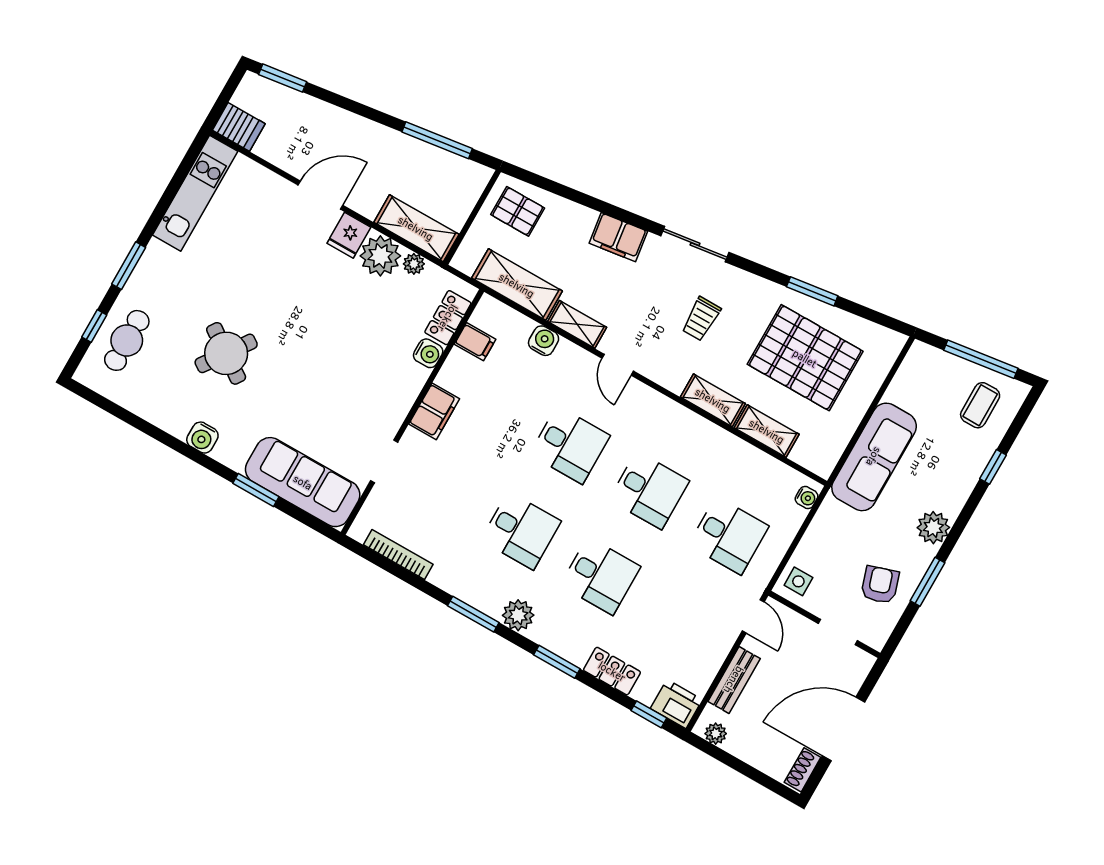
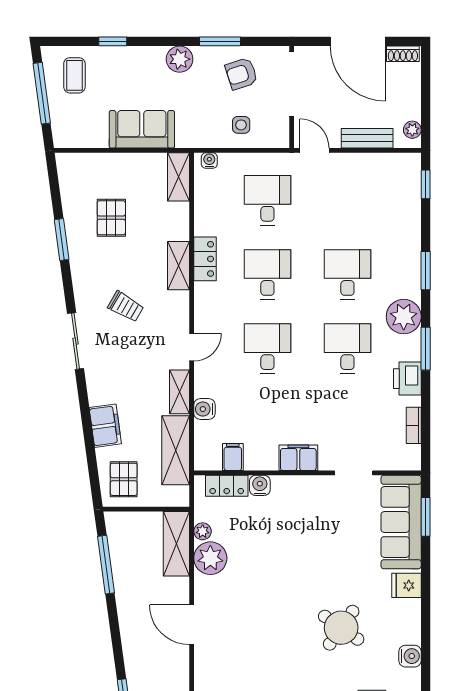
fridge: (349, 235) -> (406, 585), moved, turned 180
filing cabinet: (618, 237) -> (105, 426), moved
trolley: (701, 319) -> (126, 307), turned 30
pallet: (805, 358) -> (111, 218), width x0.49, depth x0.50
coffee table: (980, 405) -> (74, 75), turned 90
shelving: (767, 431) -> (178, 177), moved
water cooler: (202, 438) -> (410, 656), moved
sofa: (874, 457) -> (142, 129), width x0.73
window: (256, 490) -> (426, 517), moved
bookcase: (398, 555) -> (414, 425), width x0.64
side table: (798, 581) -> (241, 125), moved
plant: (518, 615) -> (404, 317), width x1.36, depth x1.36
door: (753, 616) -> (315, 150), hinge flipped
doorway: (838, 632) -> (292, 84), width x1.88
locker: (612, 671) -> (205, 259), moved, turned 180
printer: (676, 704) -> (407, 379), moved

